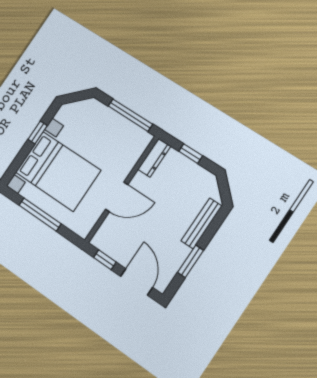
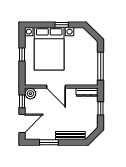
window: (40, 215) -> (22, 54), width x0.46
plant: (102, 240) -> (30, 94), added

